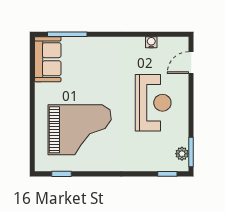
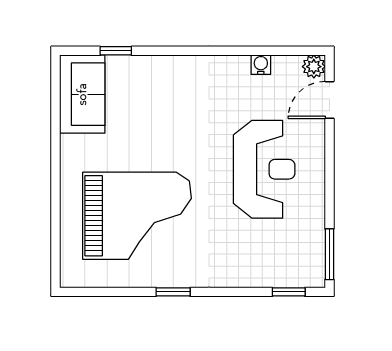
window: (67, 34) -> (116, 51), width x0.46
plant: (182, 154) -> (314, 67), moved
window: (62, 174) -> (173, 292), moved

